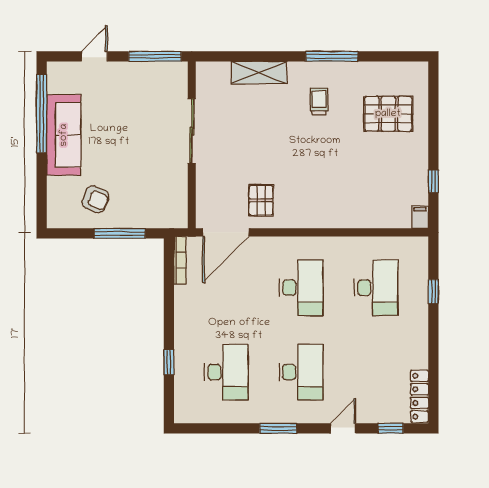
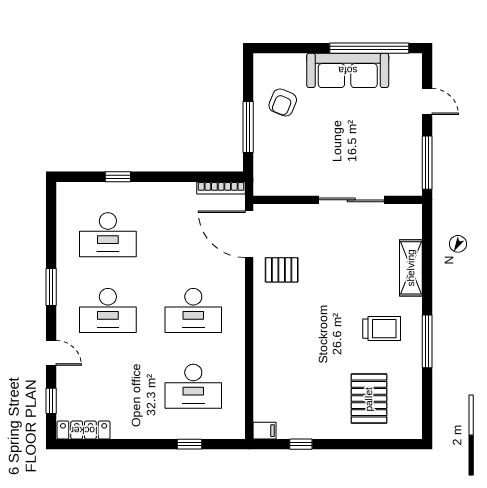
trolley: (319, 101) -> (382, 329), width x1.36, depth x1.39

